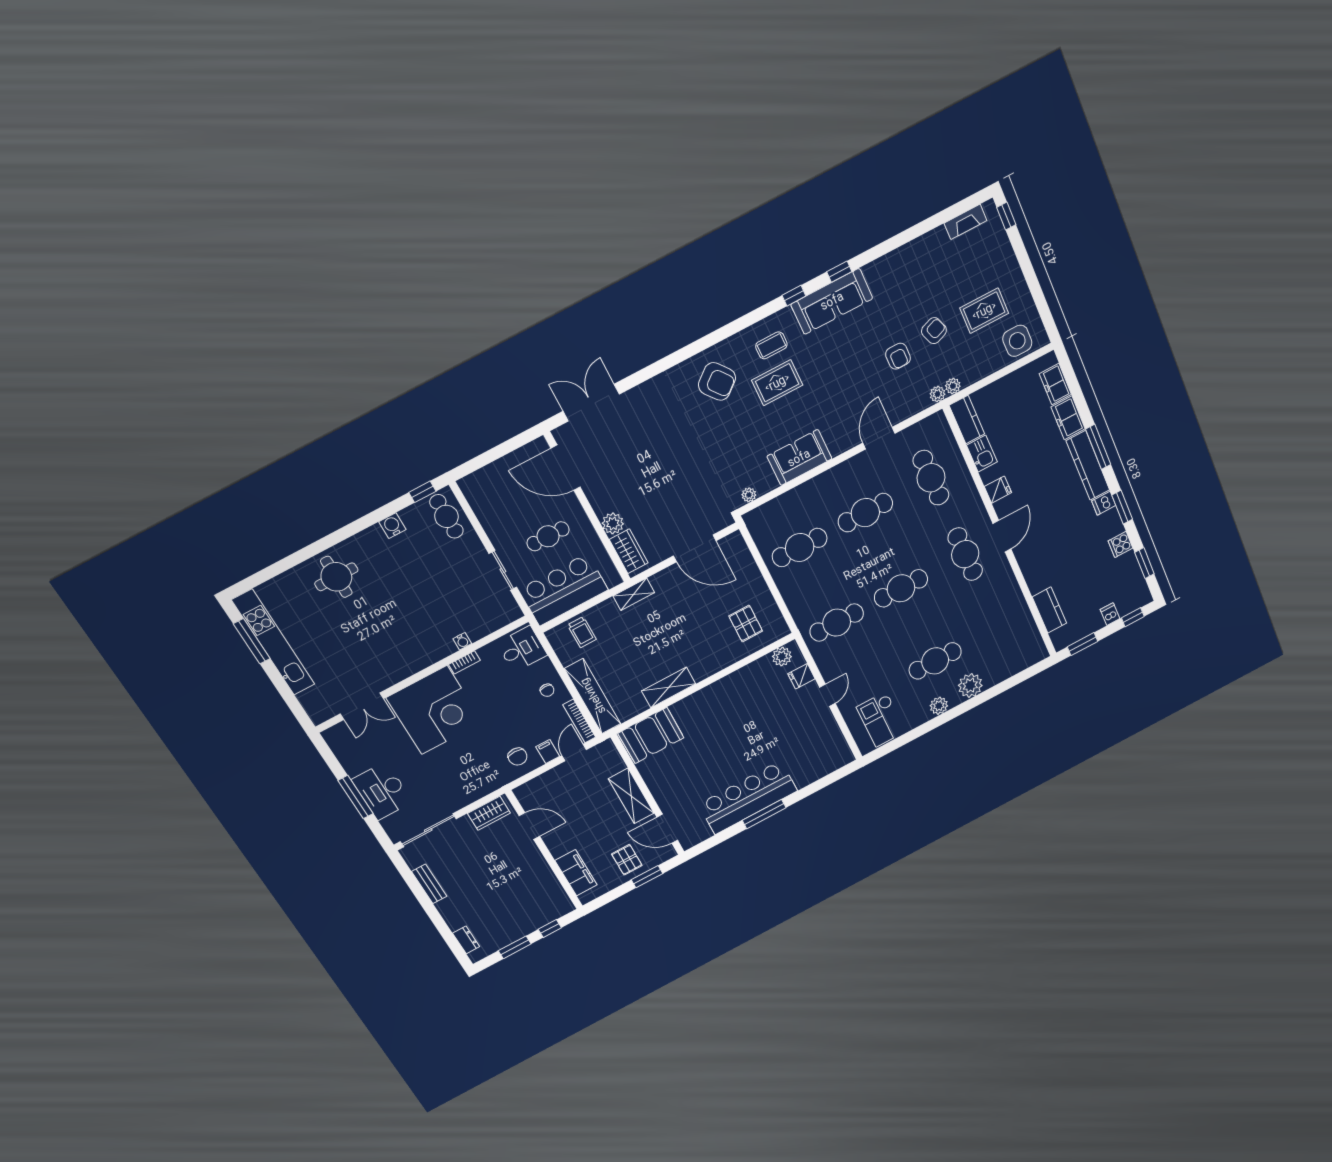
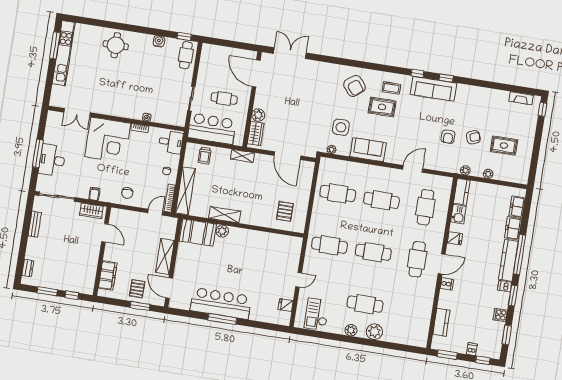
side table: (1017, 341) -> (341, 127), moved
plant: (937, 394) -> (488, 174), moved
window: (1098, 447) -> (520, 255), width x1.46
cooker: (1025, 557) -> (447, 284), added
plant: (782, 657) -> (222, 231), moved
fridge: (801, 676) -> (286, 305), moved
filing cabinet: (548, 752) -> (94, 194), moved

